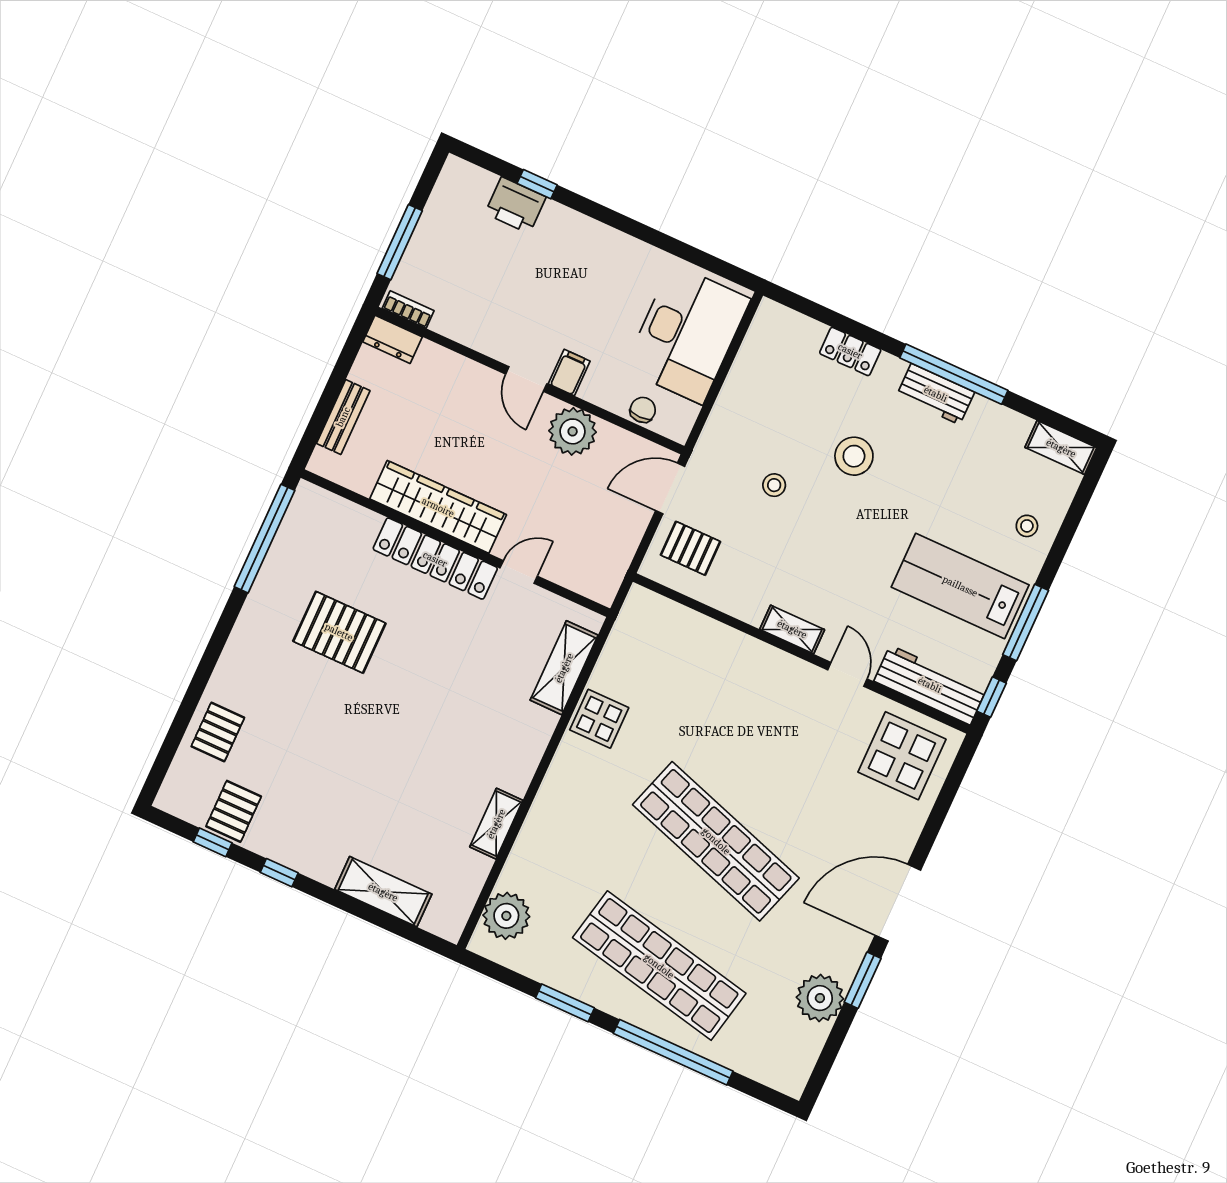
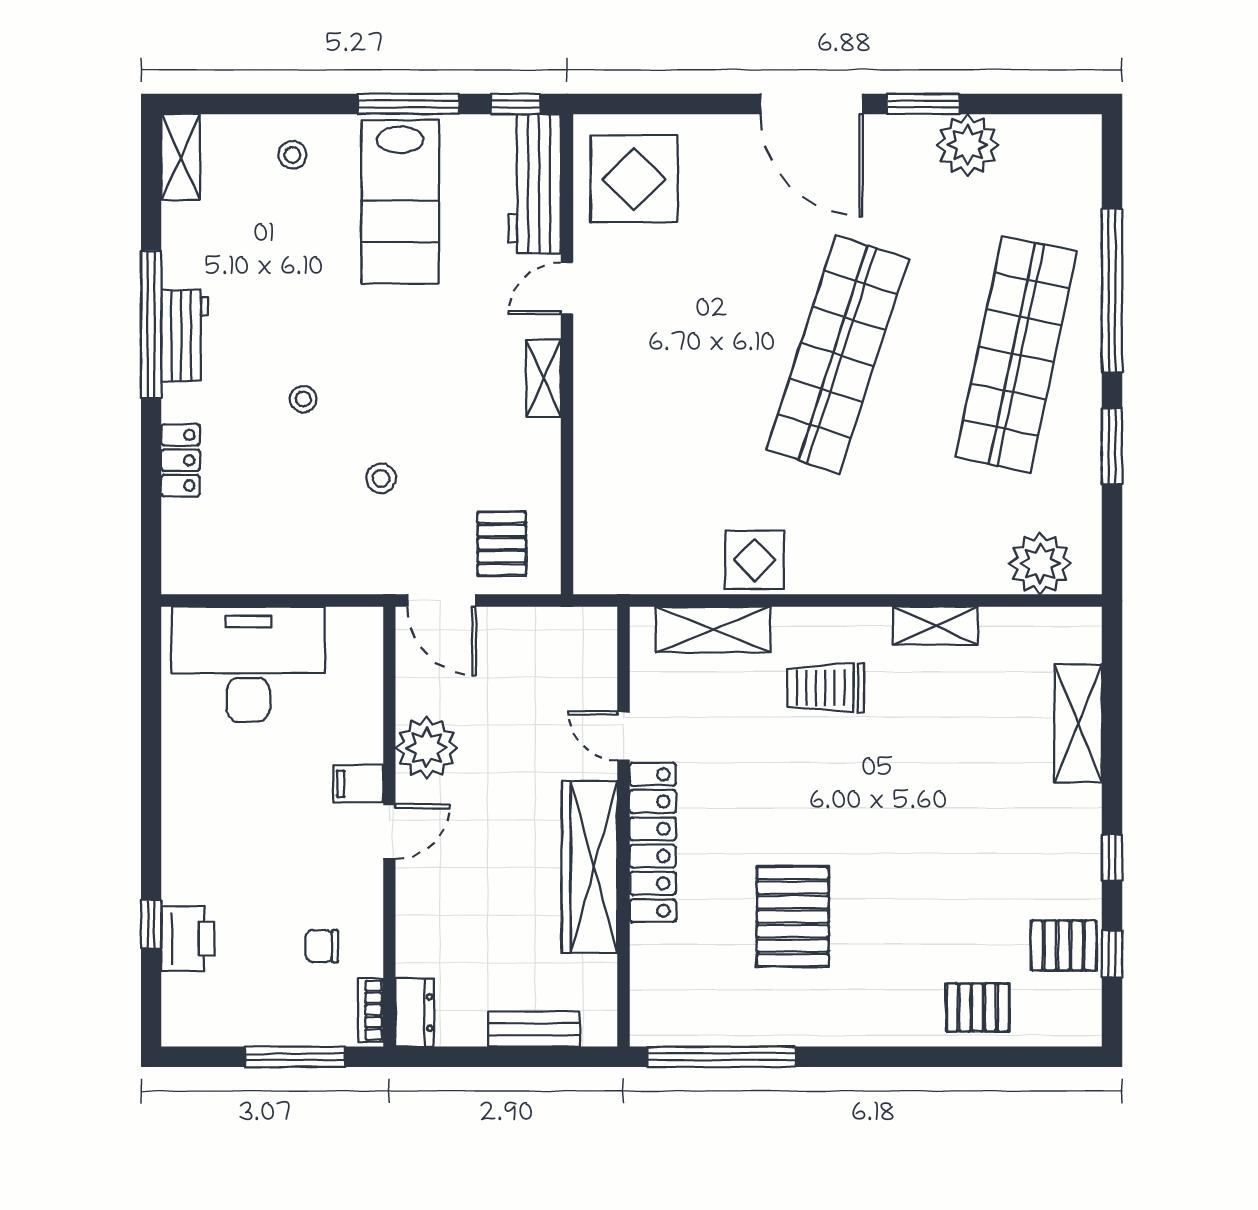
chair: (643, 410) -> (322, 946), moved
stool: (854, 456) -> (303, 399), width x0.53, depth x0.53
trolley: (488, 728) -> (826, 688), added

